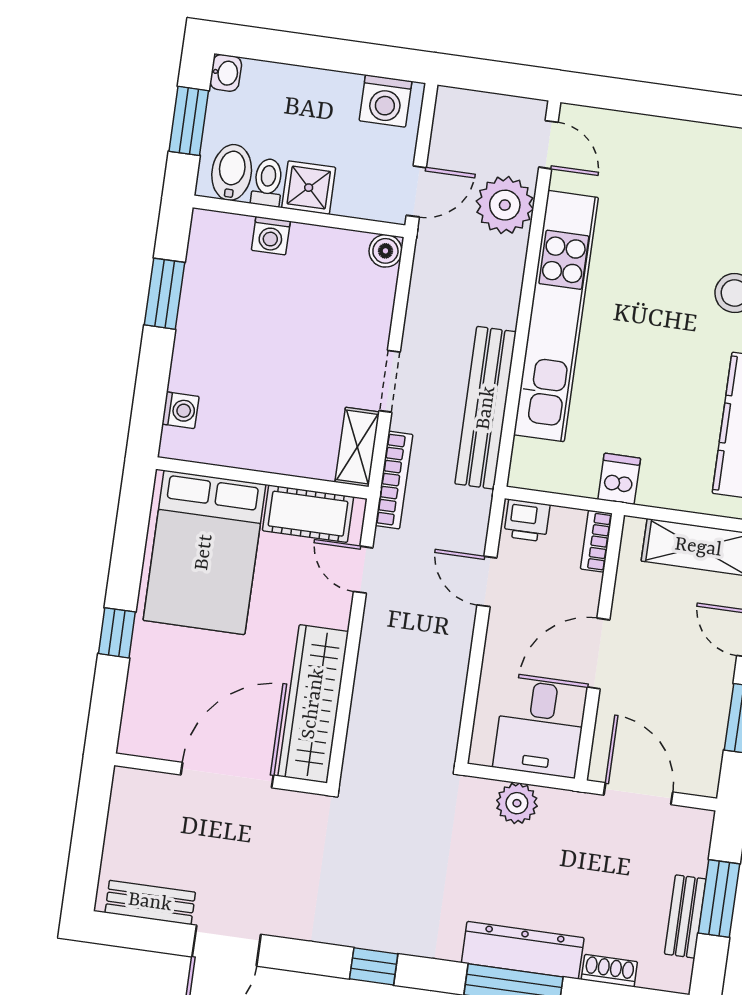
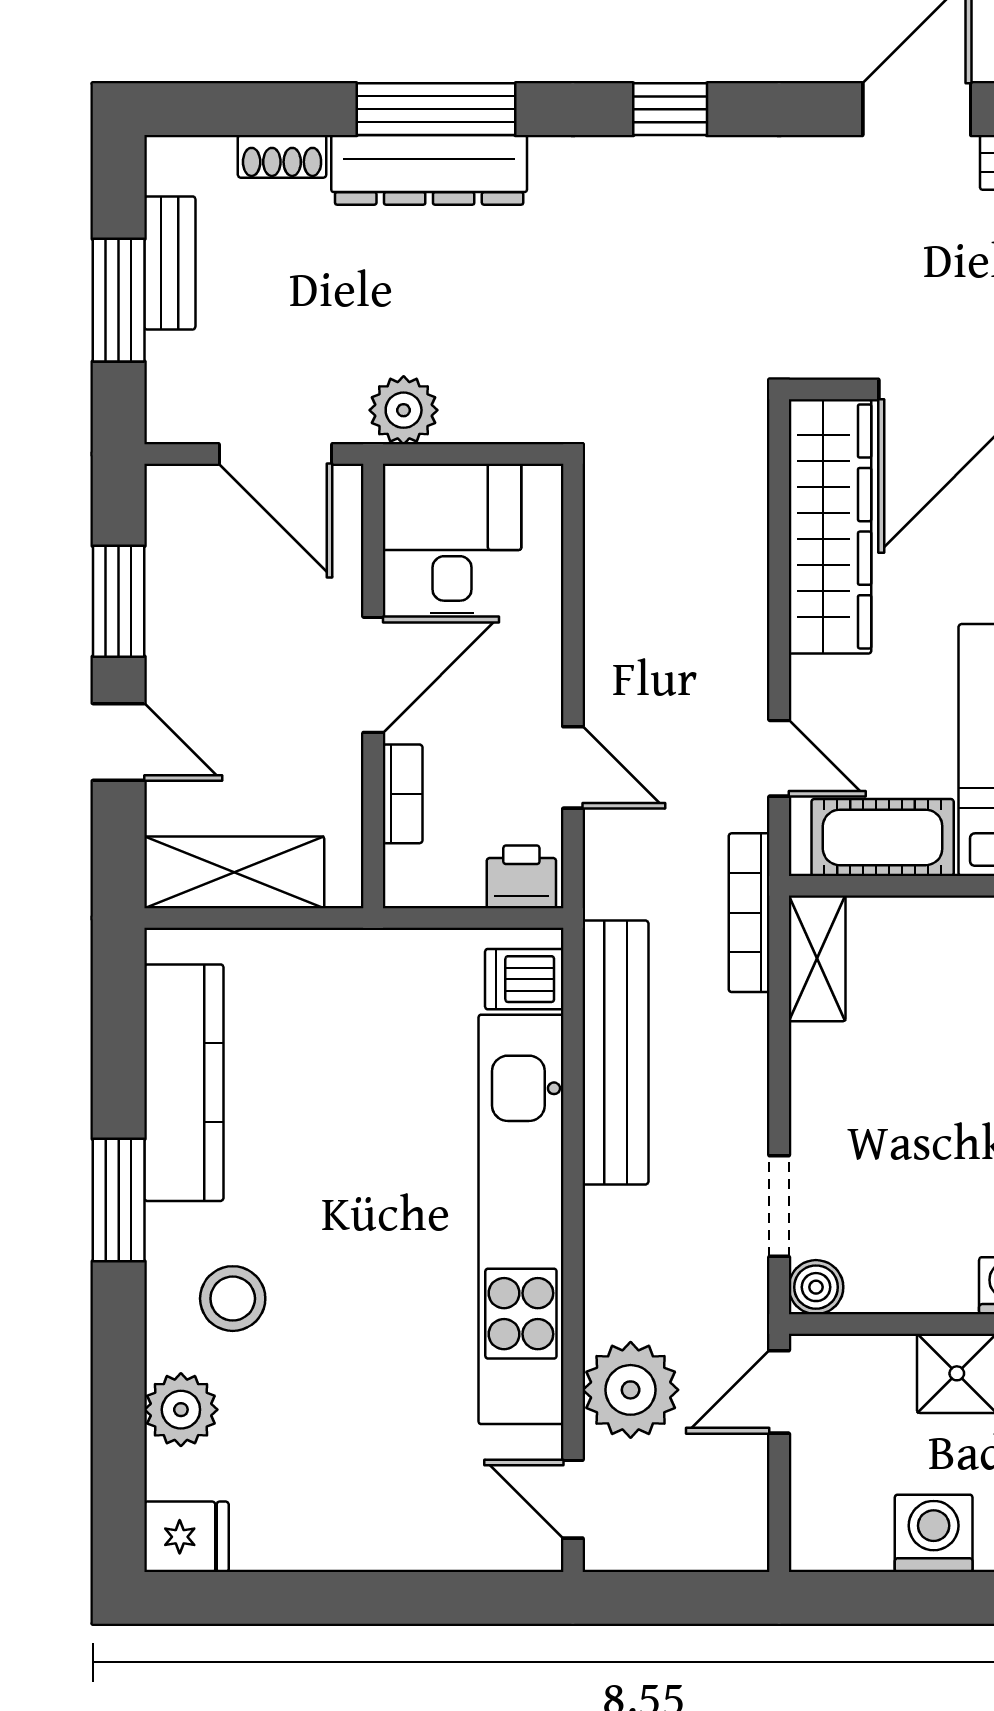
washing machine: (386, 101) -> (934, 1533), moved
doorway: (390, 381) -> (779, 1206), moved
dishwasher: (619, 479) -> (524, 979), moved, turned 90
bookcase: (596, 541) -> (403, 794), moved
plant: (517, 803) -> (404, 410), moved

